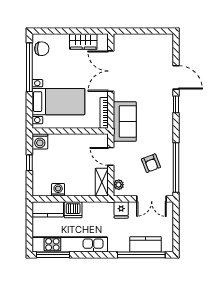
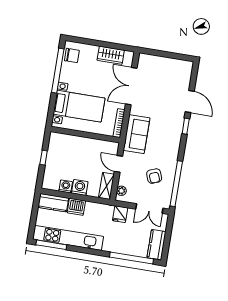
washing machine: (40, 141) -> (80, 187), moved, turned 180
kitchen counter: (145, 244) -> (156, 245), moved, turned -90

